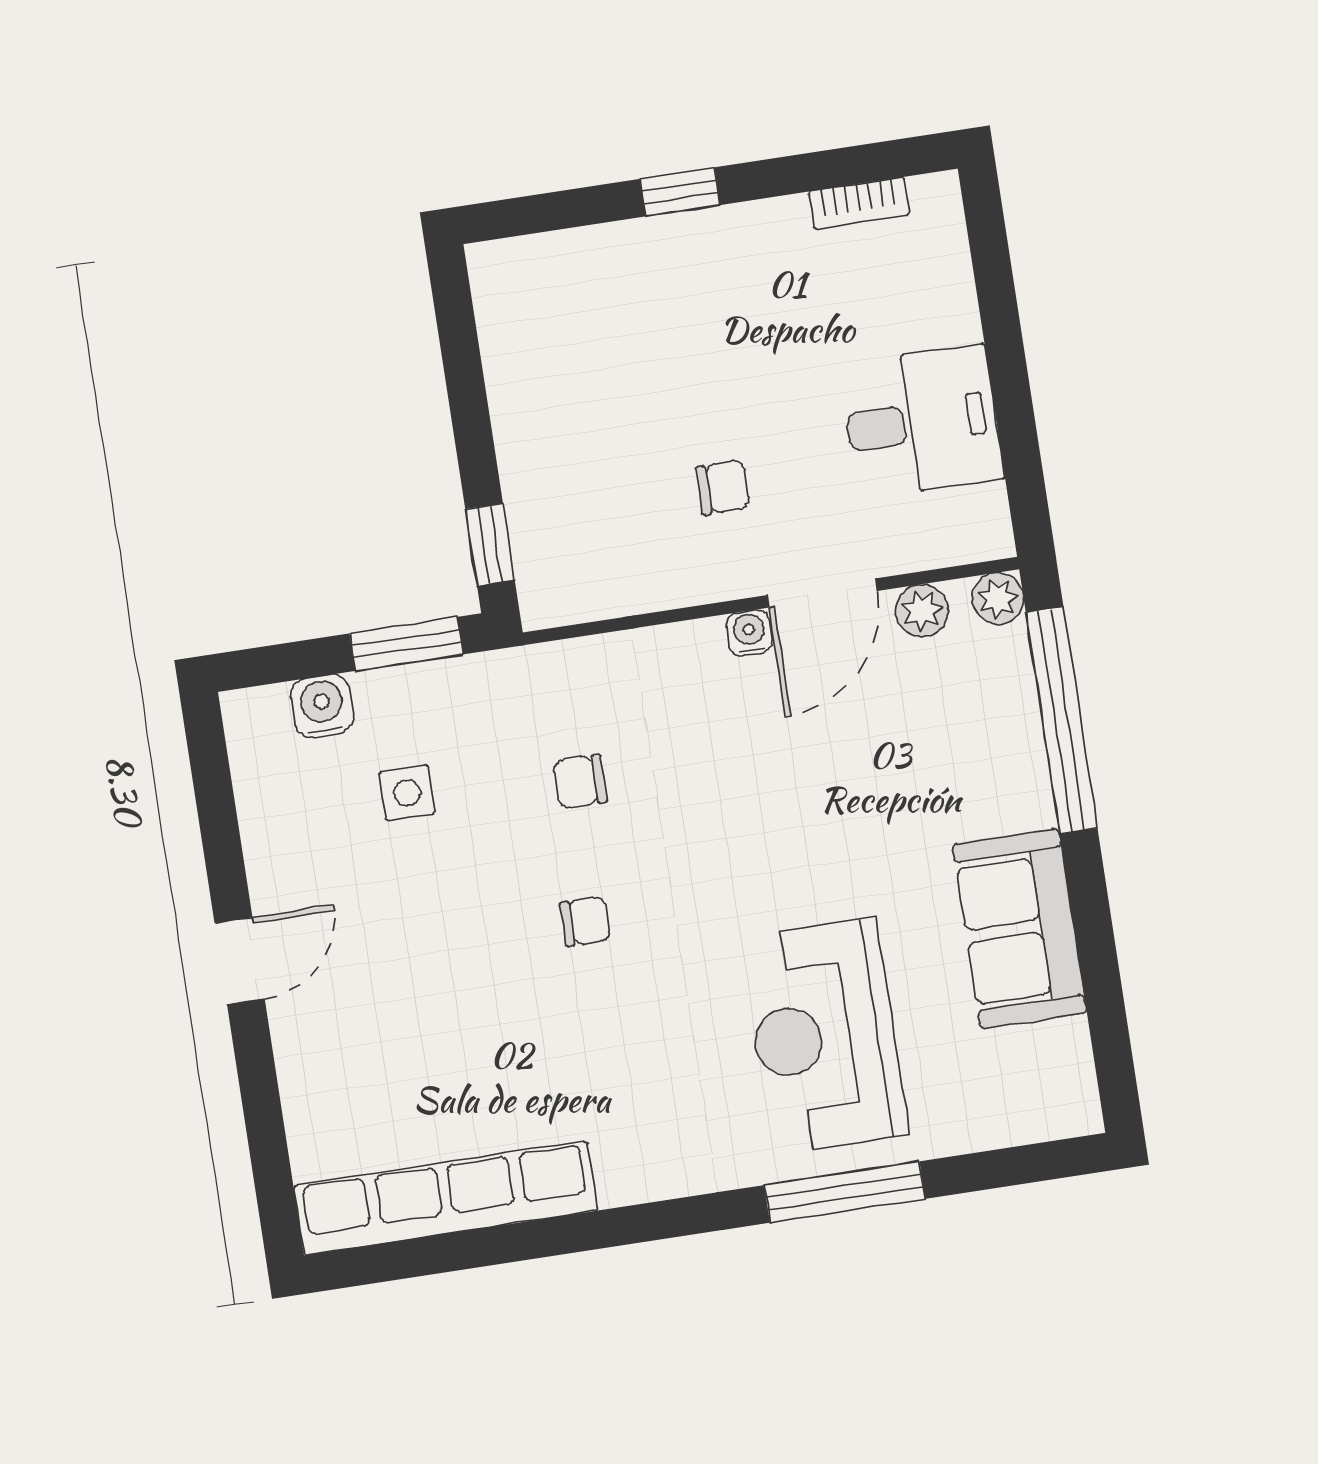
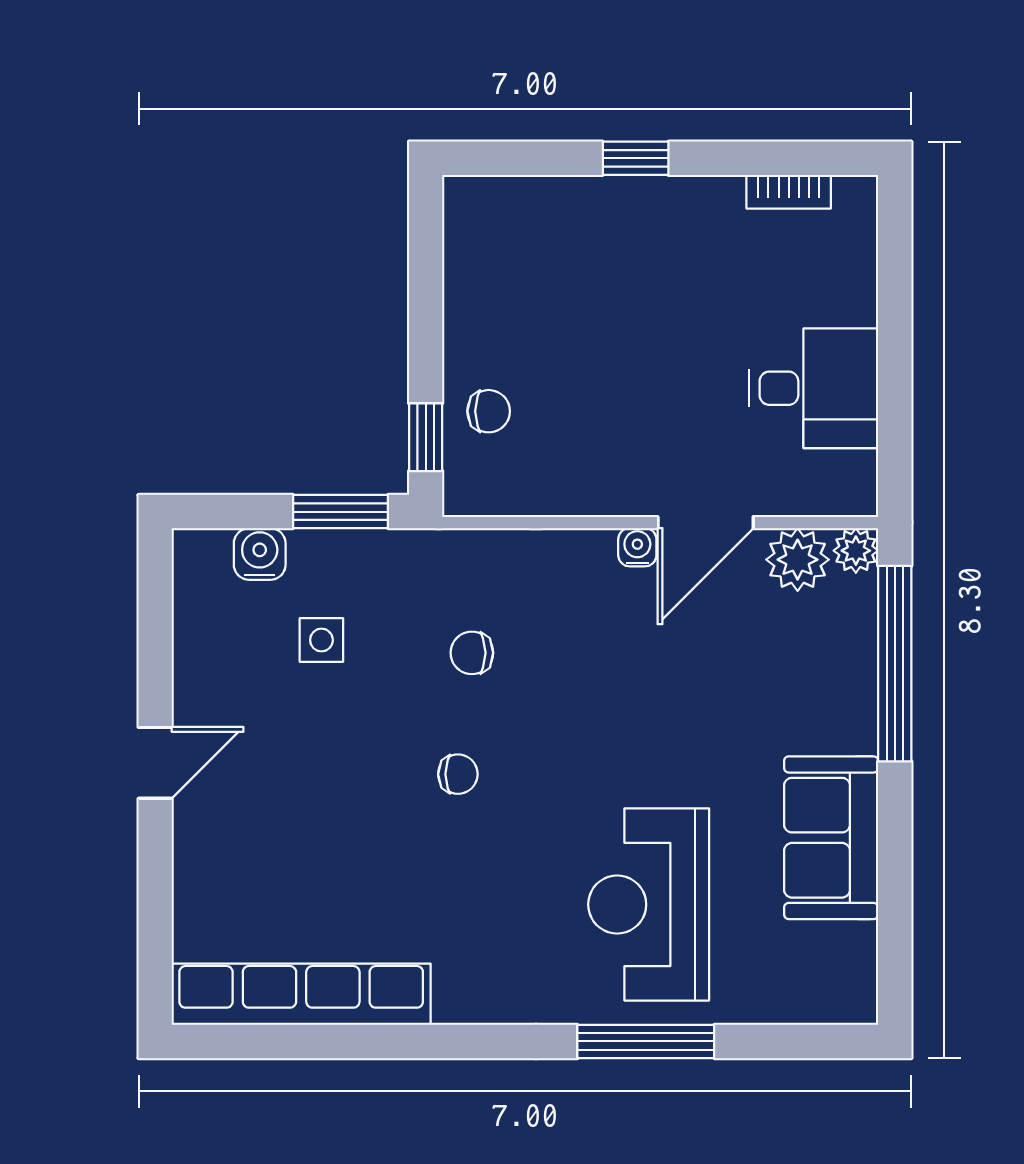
chair: (723, 487) -> (489, 411), moved
plant: (922, 611) -> (798, 560), width x1.38, depth x1.38

